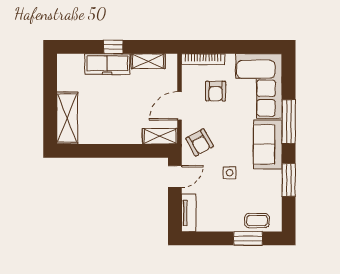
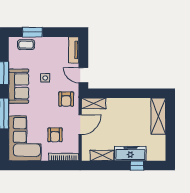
window: (113, 47) -> (137, 166), moved
armchair: (216, 91) -> (55, 135), turned 180
armchair: (200, 142) -> (66, 99), turned -151
sofa: (268, 144) -> (19, 86), moved
door: (175, 177) -> (83, 75), hinge flipped

